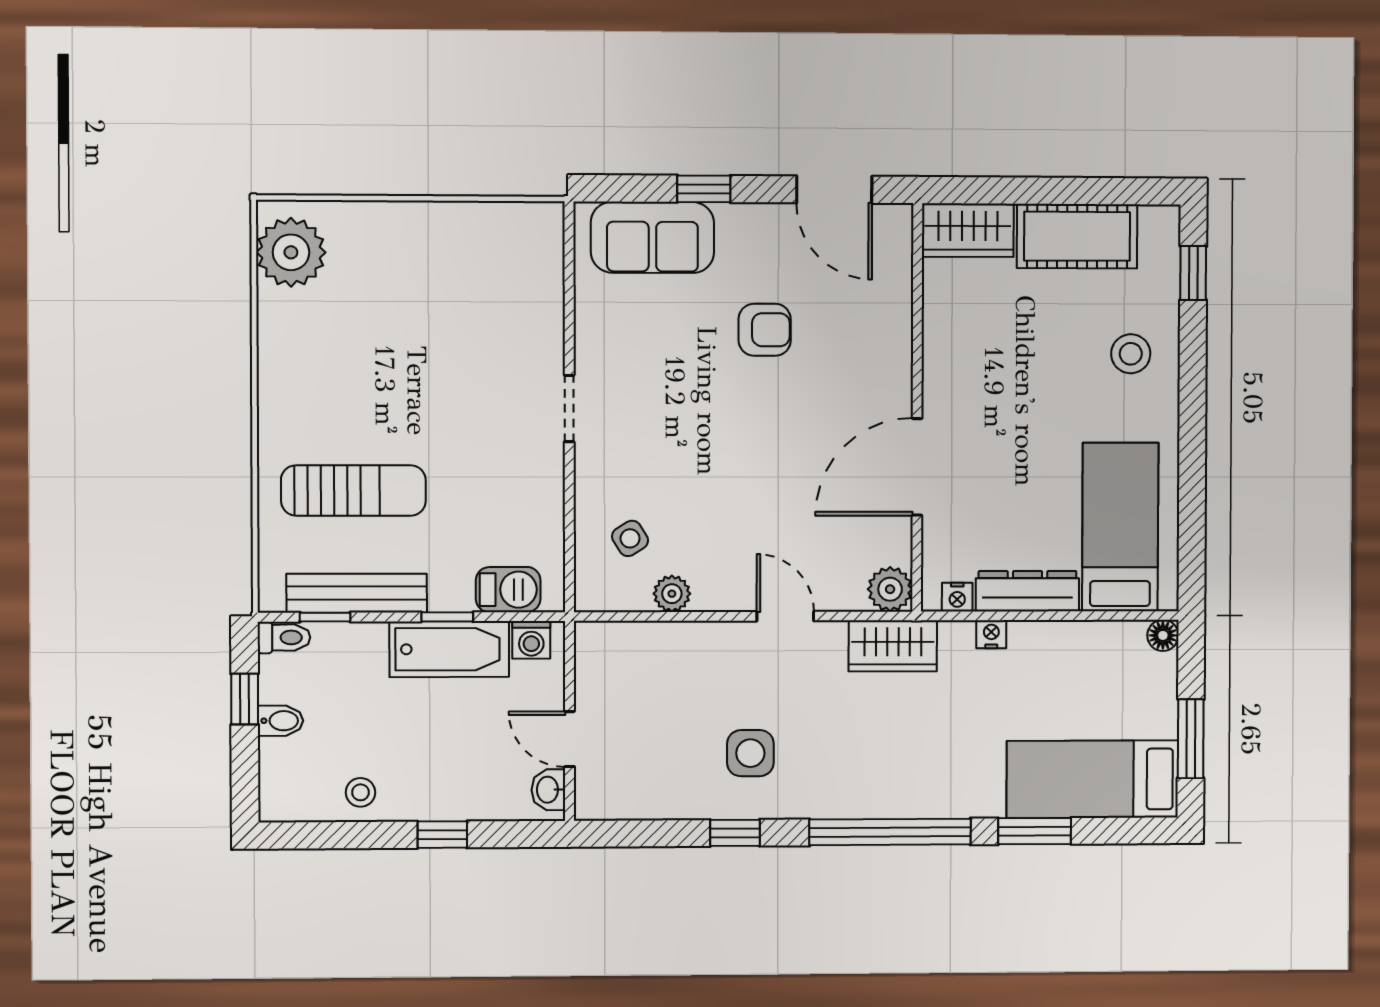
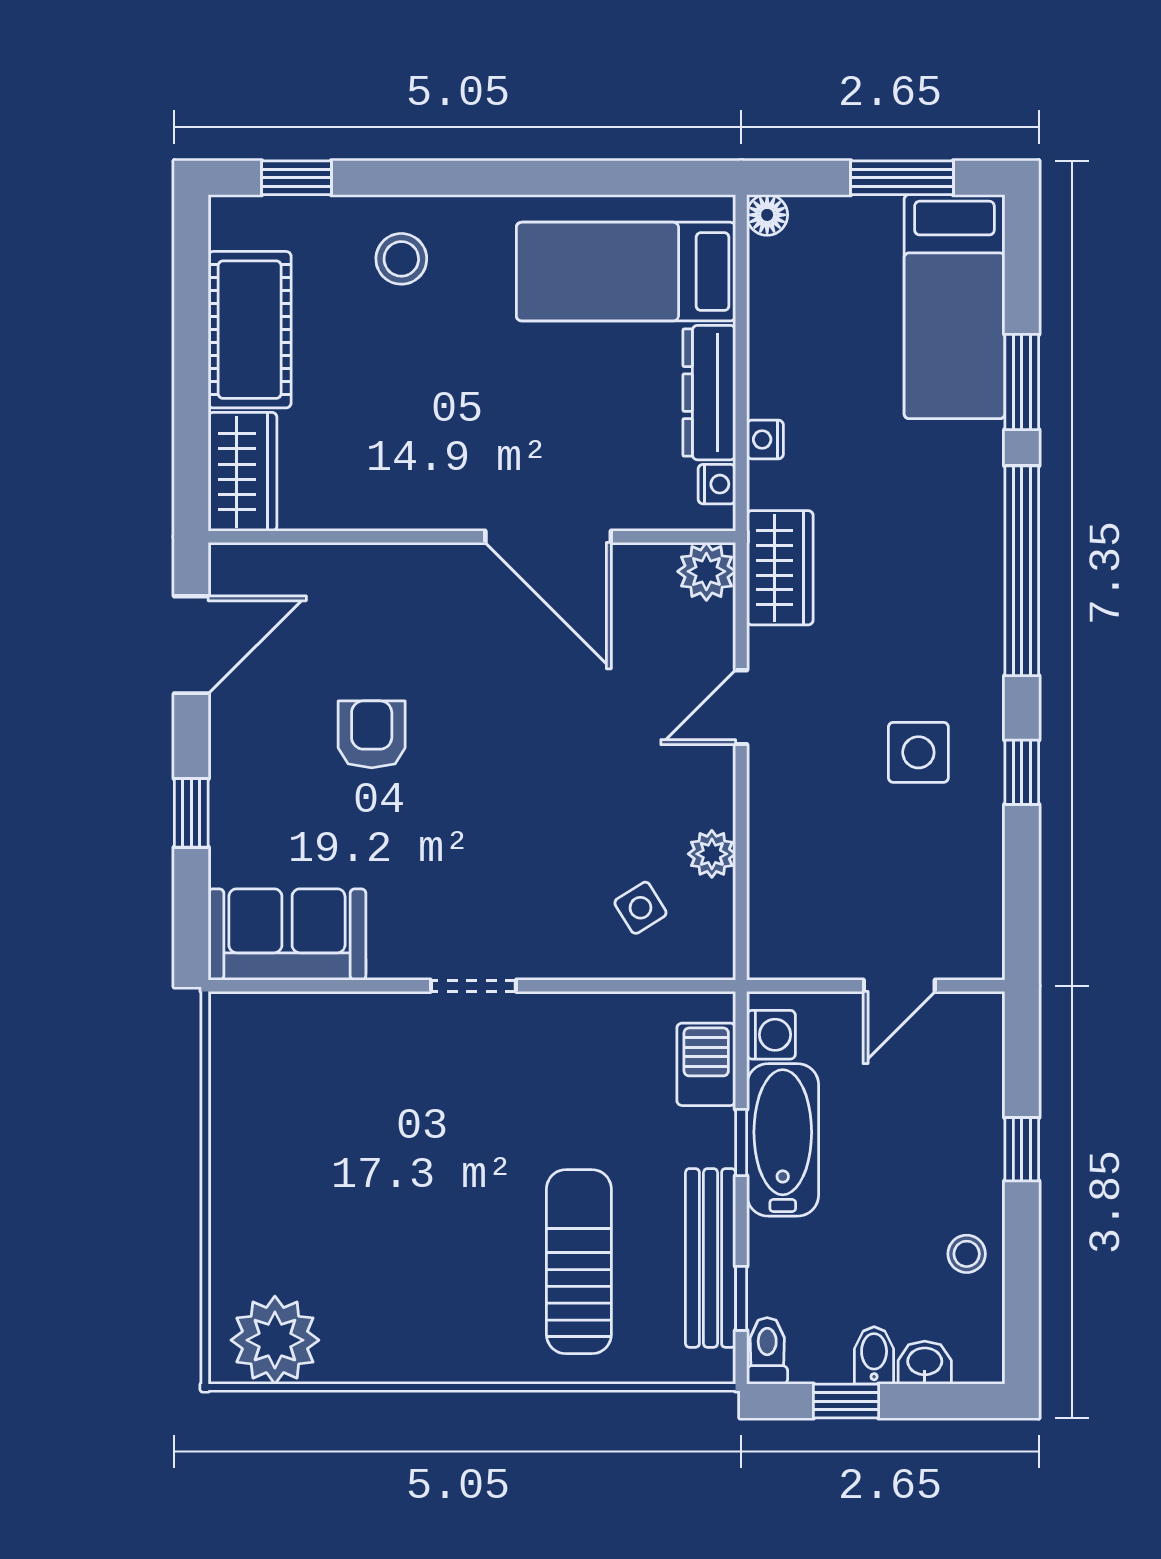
sofa: (652, 237) -> (287, 934), moved, turned -90
washbasin: (548, 790) -> (925, 1363), moved, turned 180

